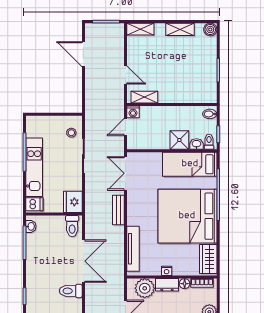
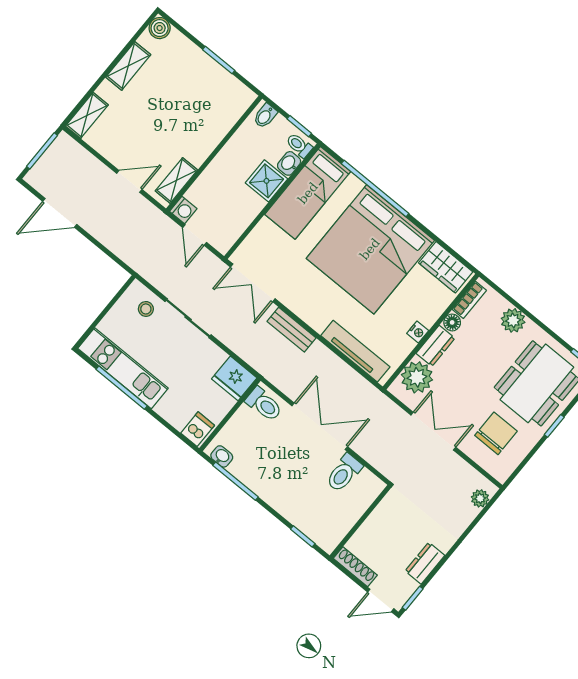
kitchen unit: (34, 167) -> (123, 368), moved

